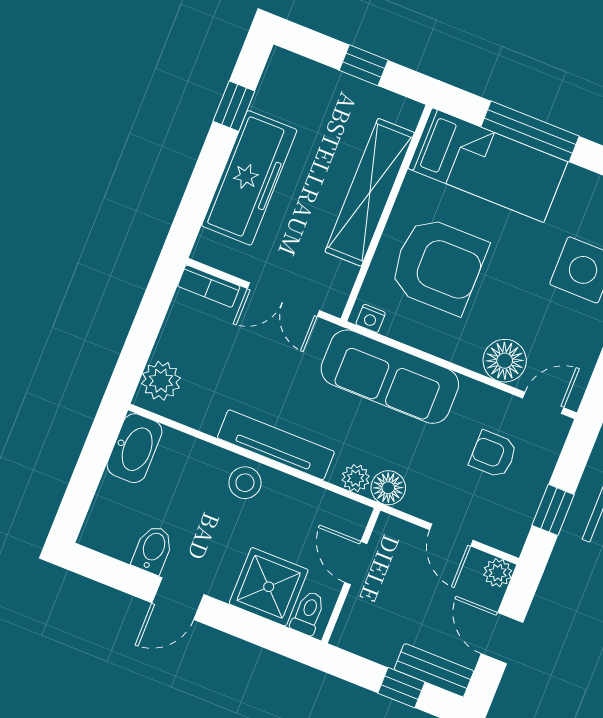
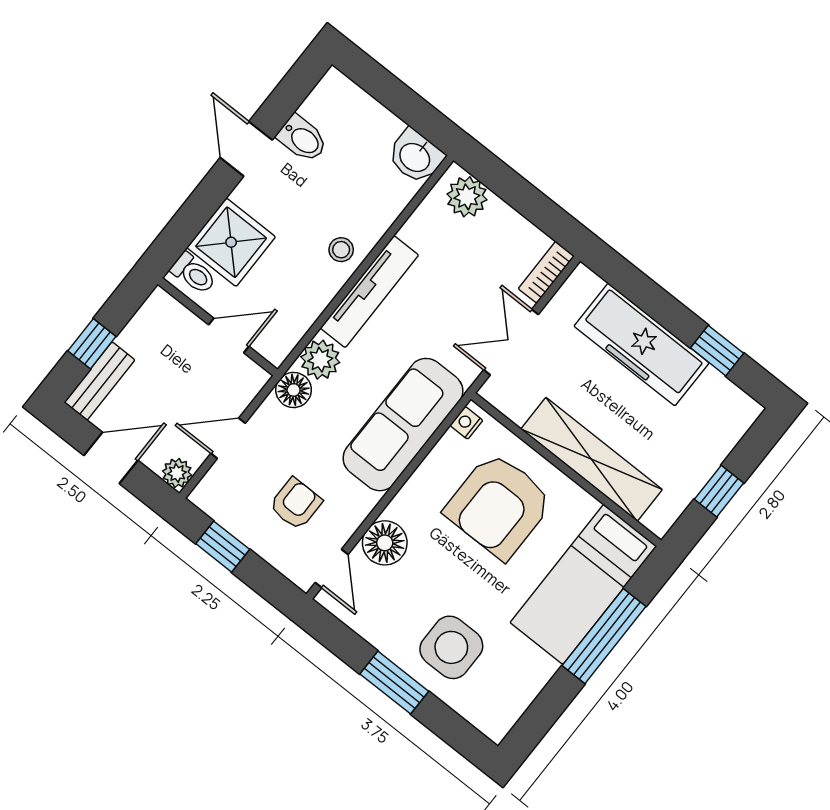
washbasin: (134, 448) -> (415, 156), width x0.72
plant: (356, 478) -> (320, 360), width x1.38, depth x1.38
stool: (245, 483) -> (341, 250), width x0.73, depth x0.73

